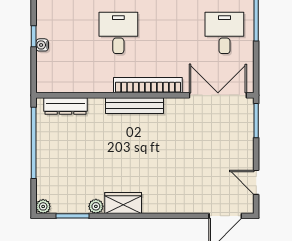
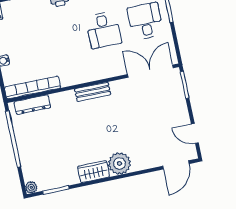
desk: (118, 33) -> (104, 30), moved, turned 180
bookcase: (148, 85) -> (33, 88), moved
bench: (135, 106) -> (93, 92), width x0.73
plant: (96, 206) -> (119, 163), moved, width x1.87, depth x1.87

